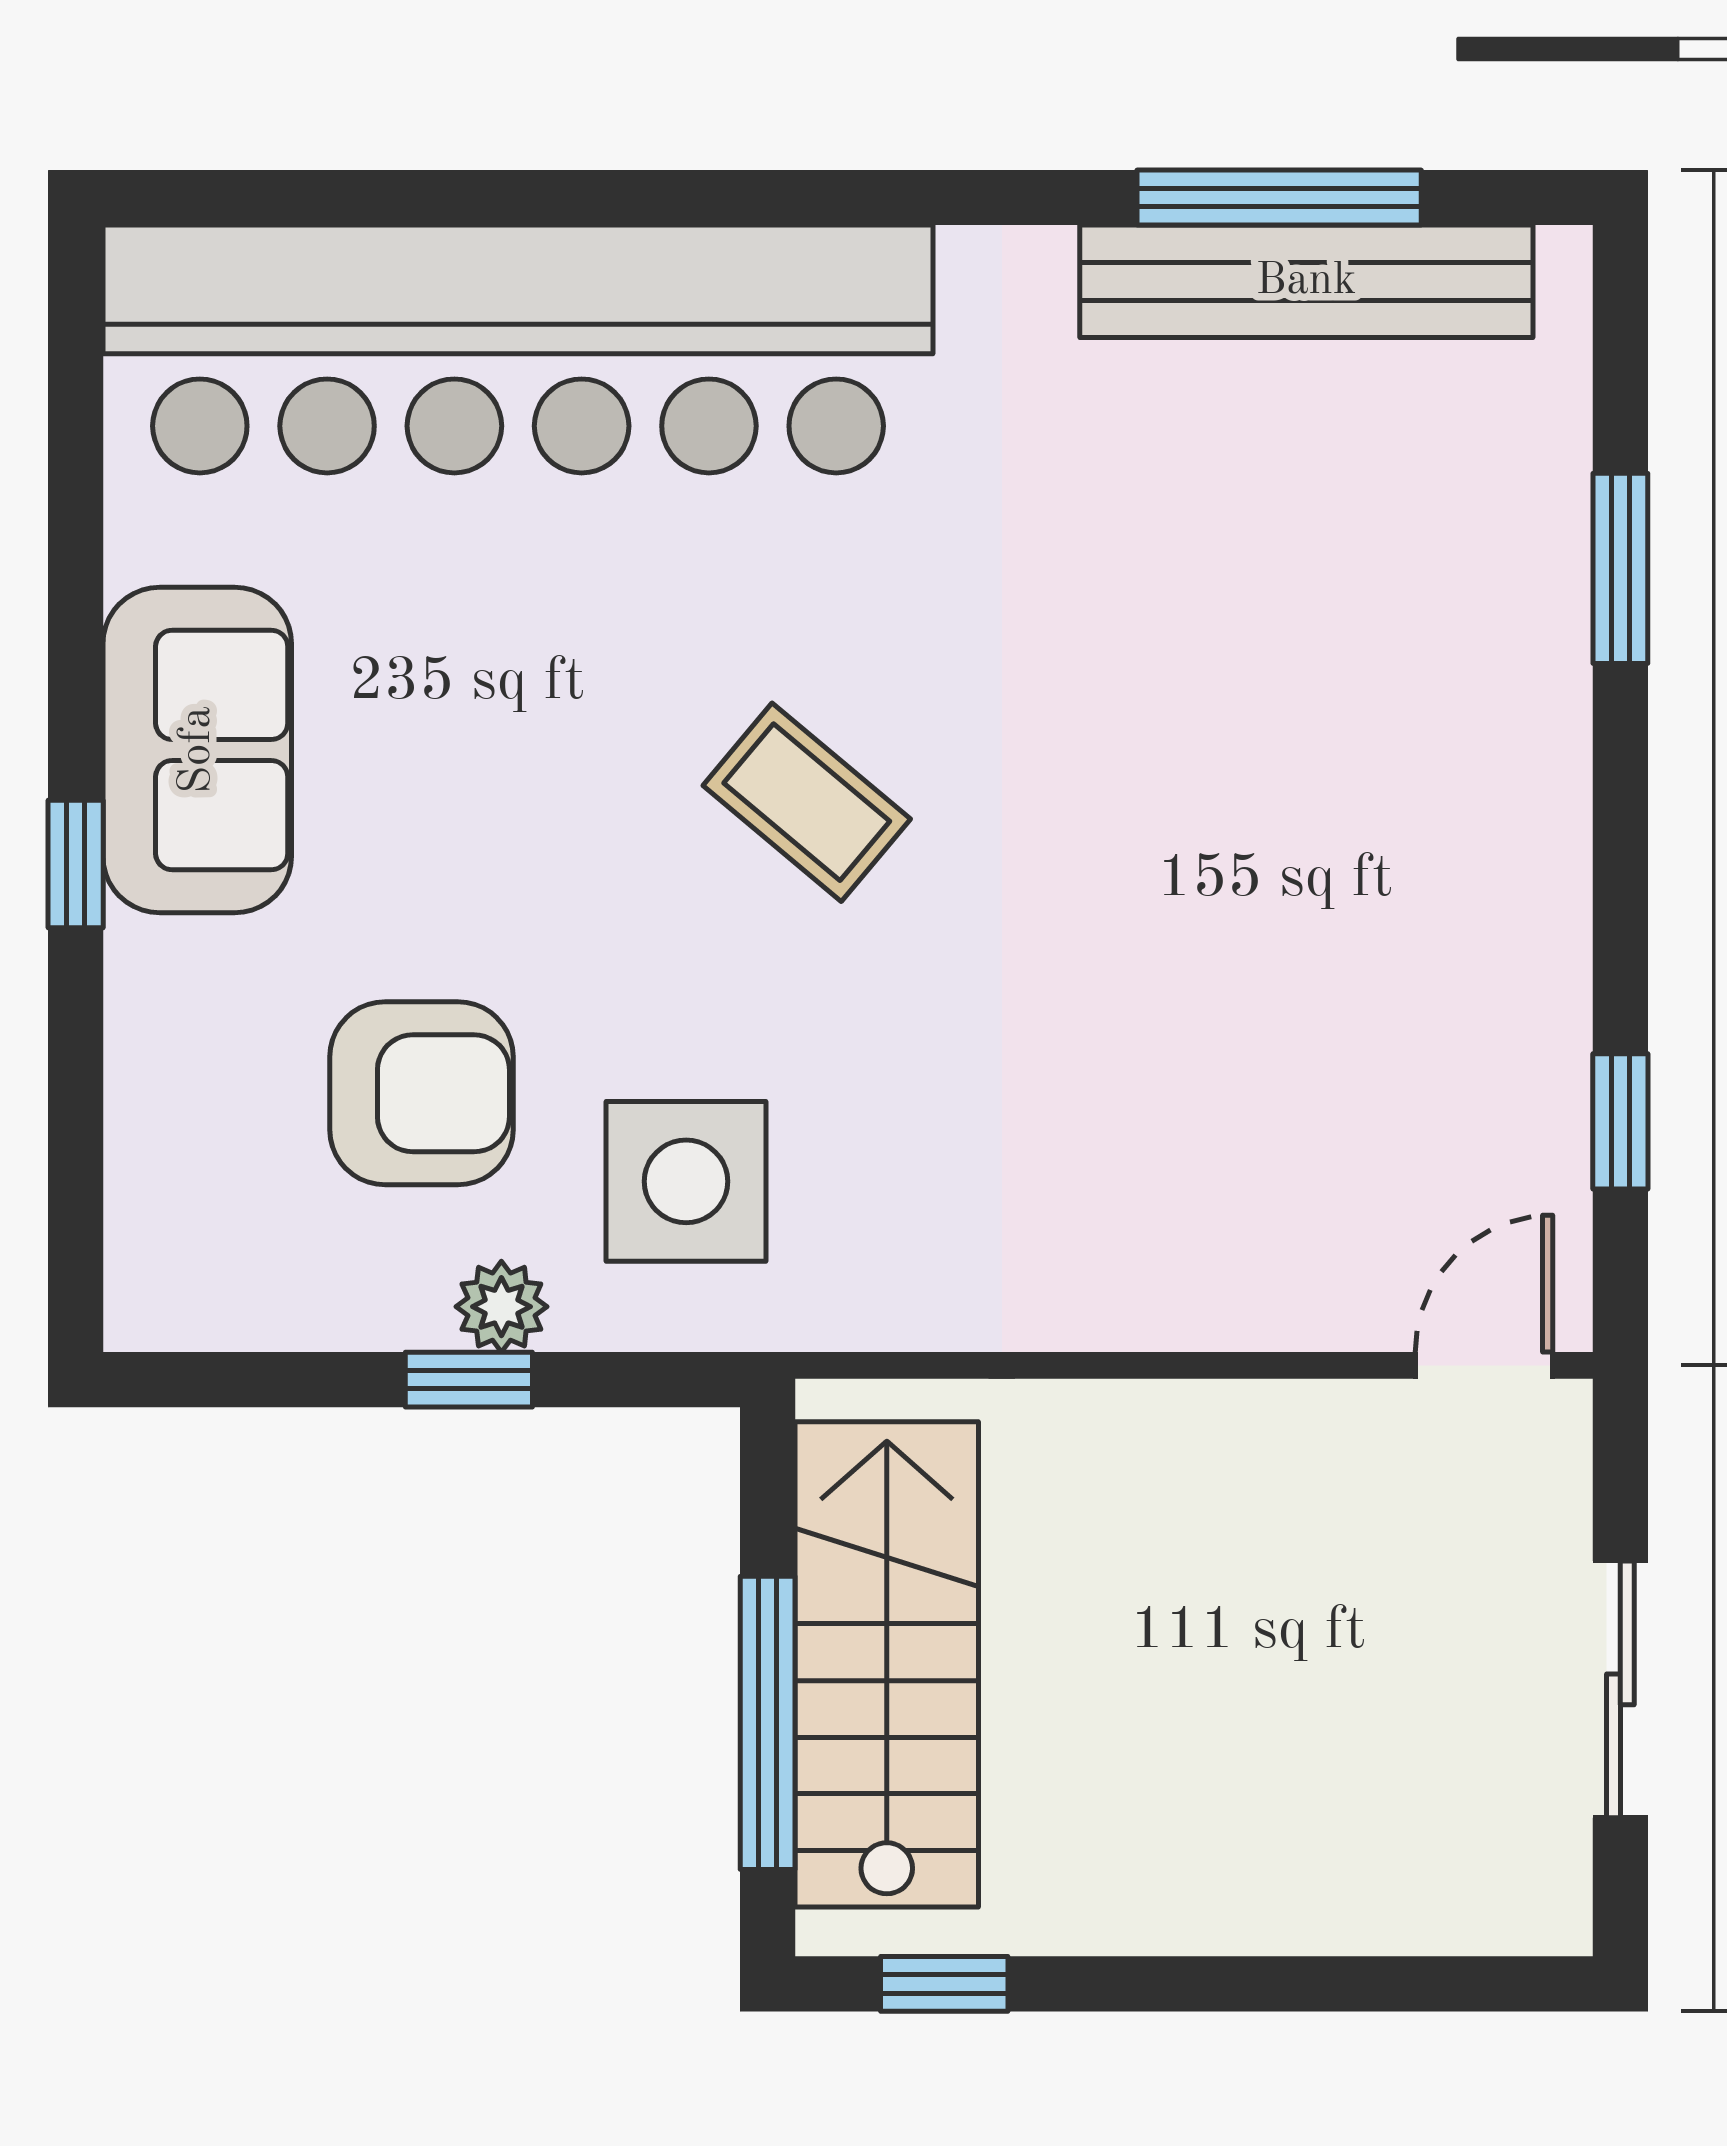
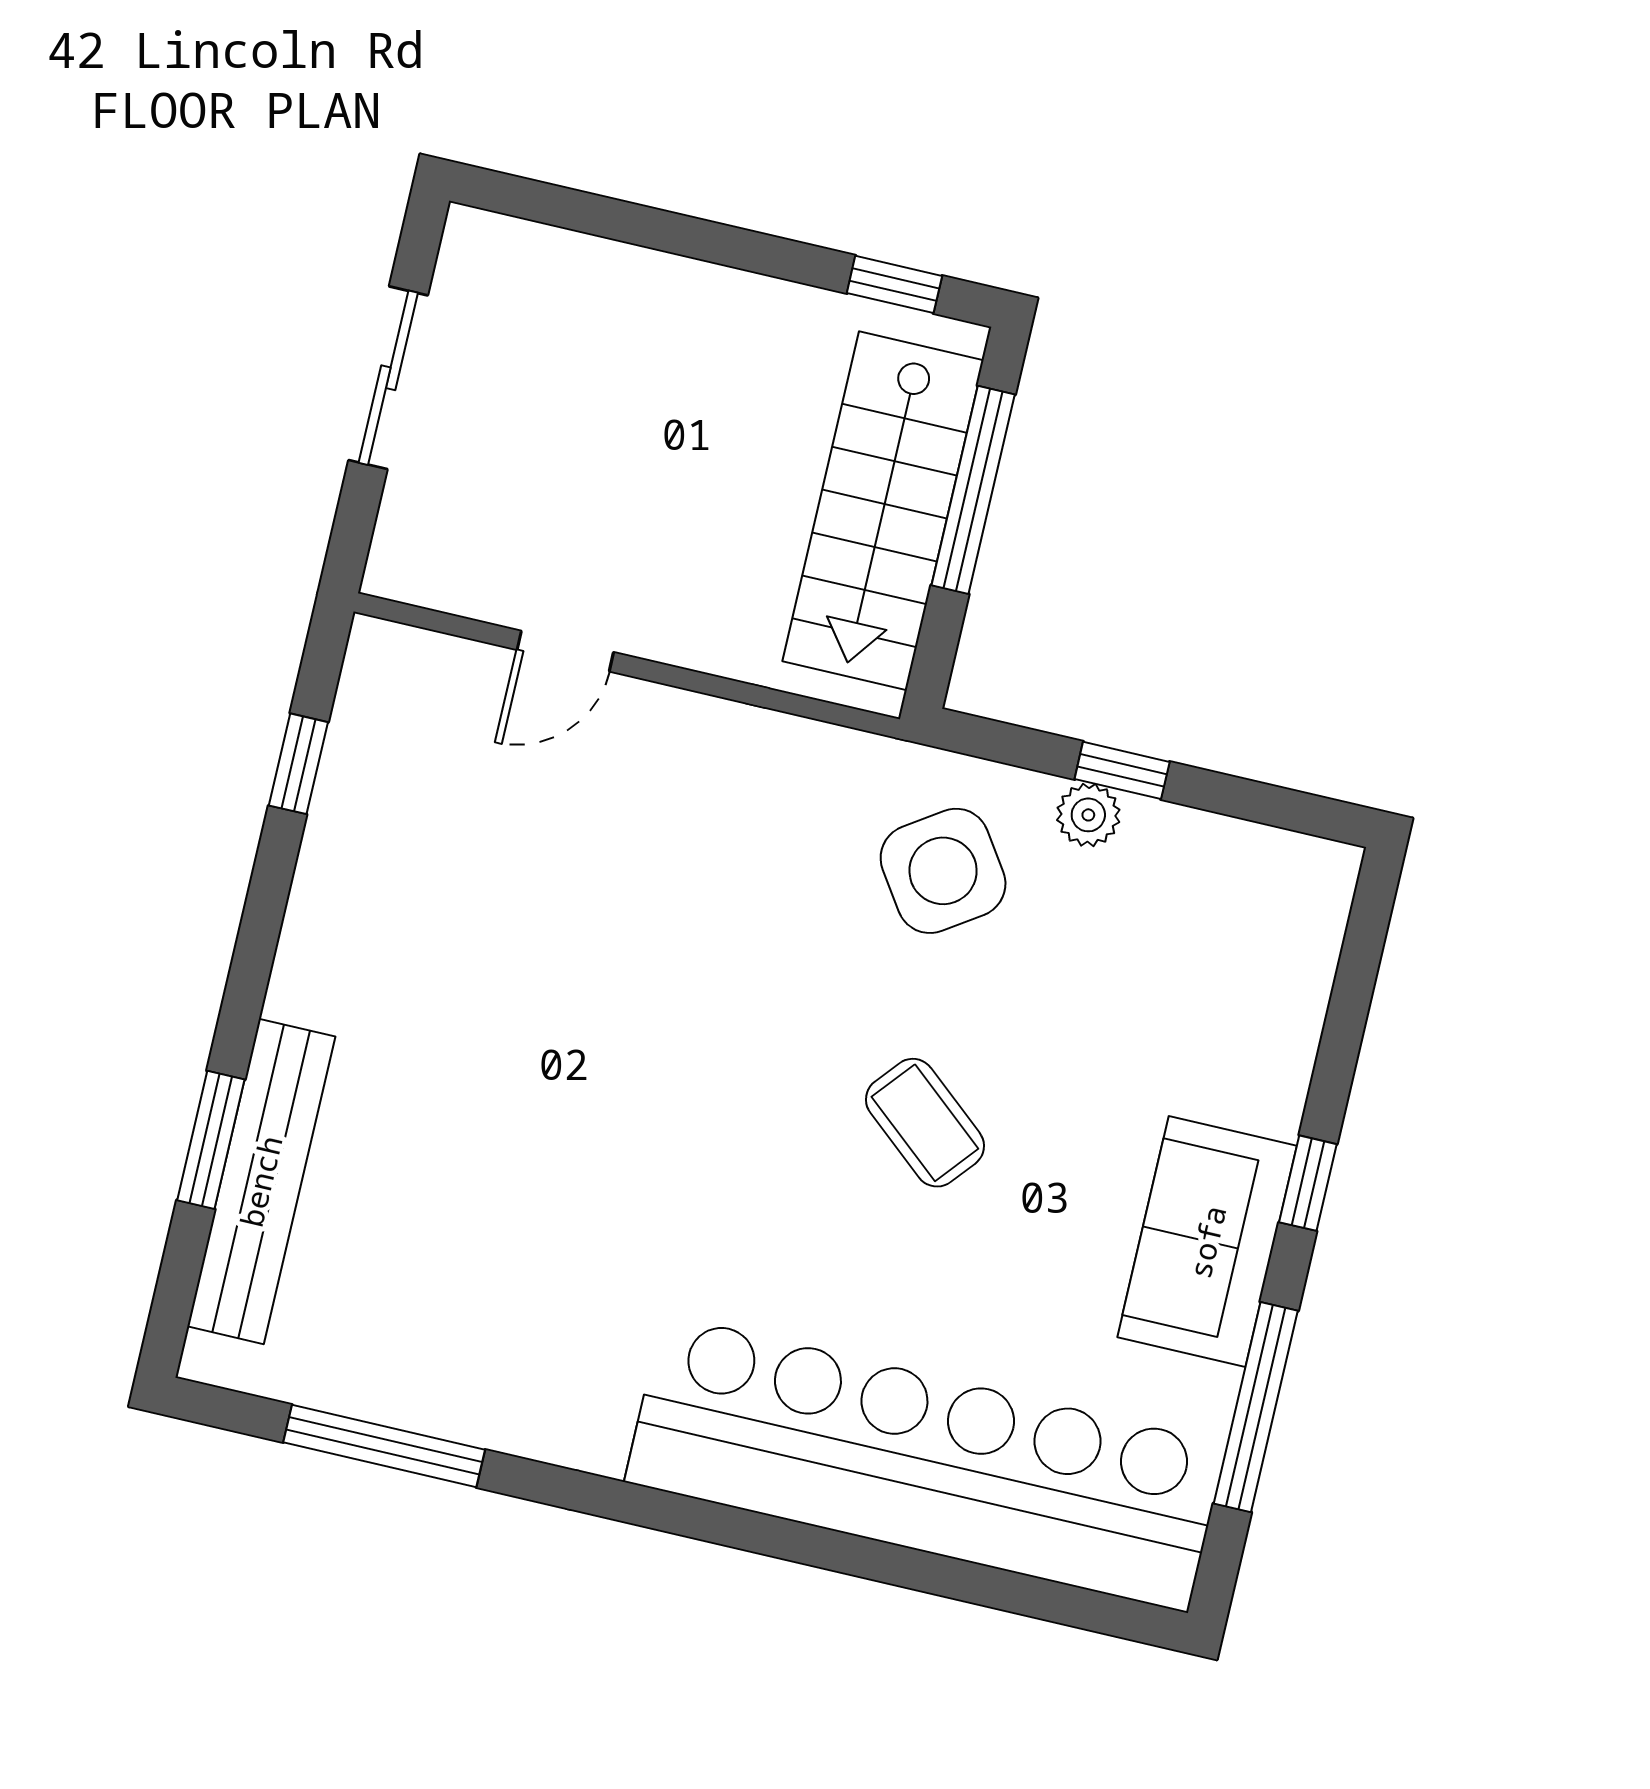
bench: (1306, 281) -> (261, 1181), moved, turned 90
window: (76, 535) -> (1256, 1407), added
coffee table: (807, 802) -> (925, 1123), moved
armchair: (421, 1093) -> (1109, 973), removed
side table: (686, 1181) -> (943, 871), turned -34
door: (1484, 1365) -> (565, 651), moved

